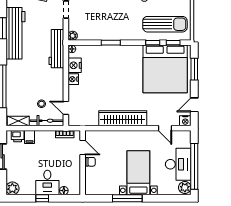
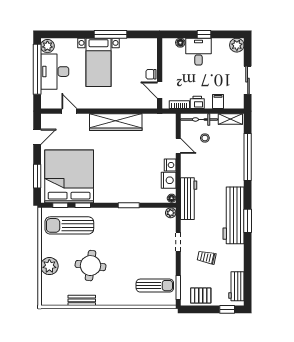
door: (66, 108) -> (178, 146), moved
nightstand: (185, 121) -> (47, 119), removed
printer: (18, 136) -> (197, 102), moved

